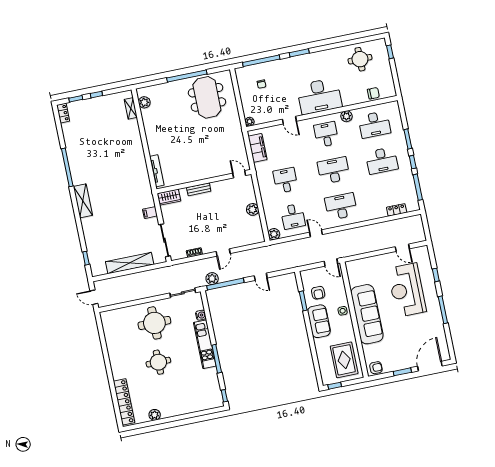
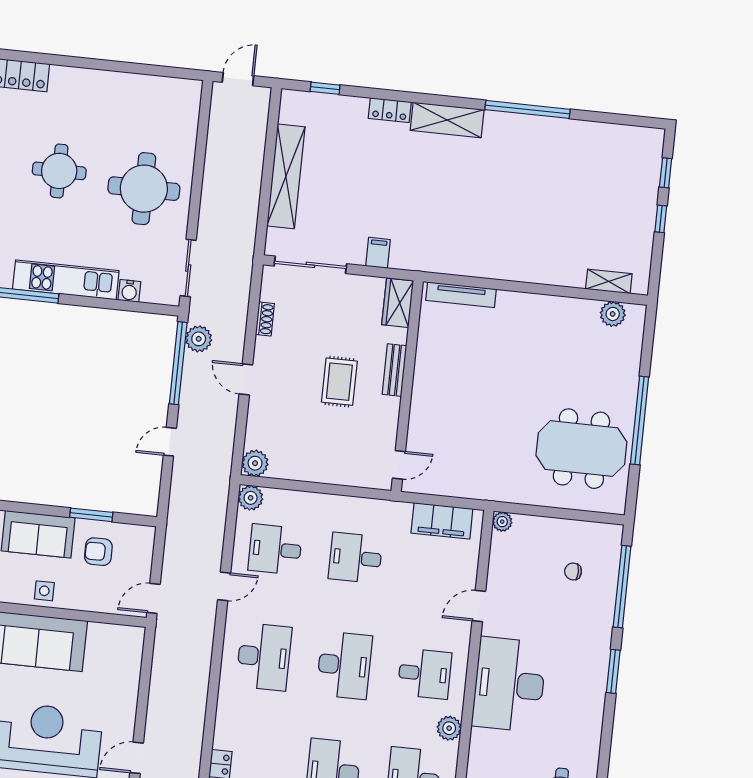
locker: (63, 113) -> (390, 110), moved
desk: (285, 180) -> (356, 558), turned 180
plant: (253, 209) -> (255, 463), moved
rug: (211, 212) -> (339, 382), added

